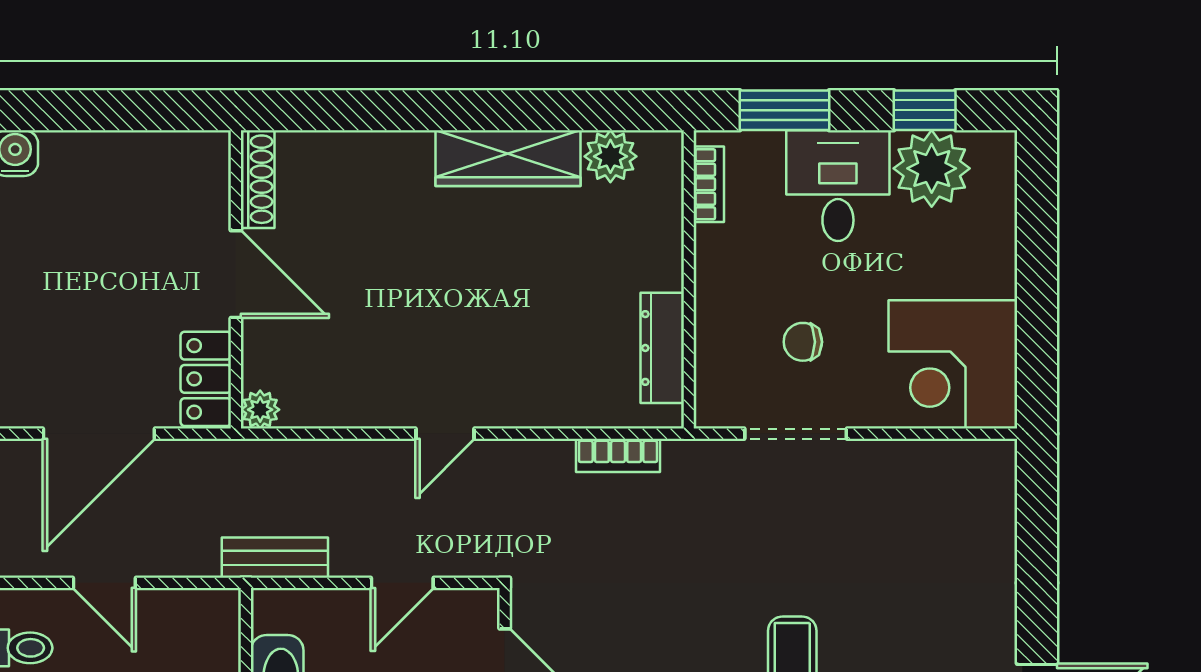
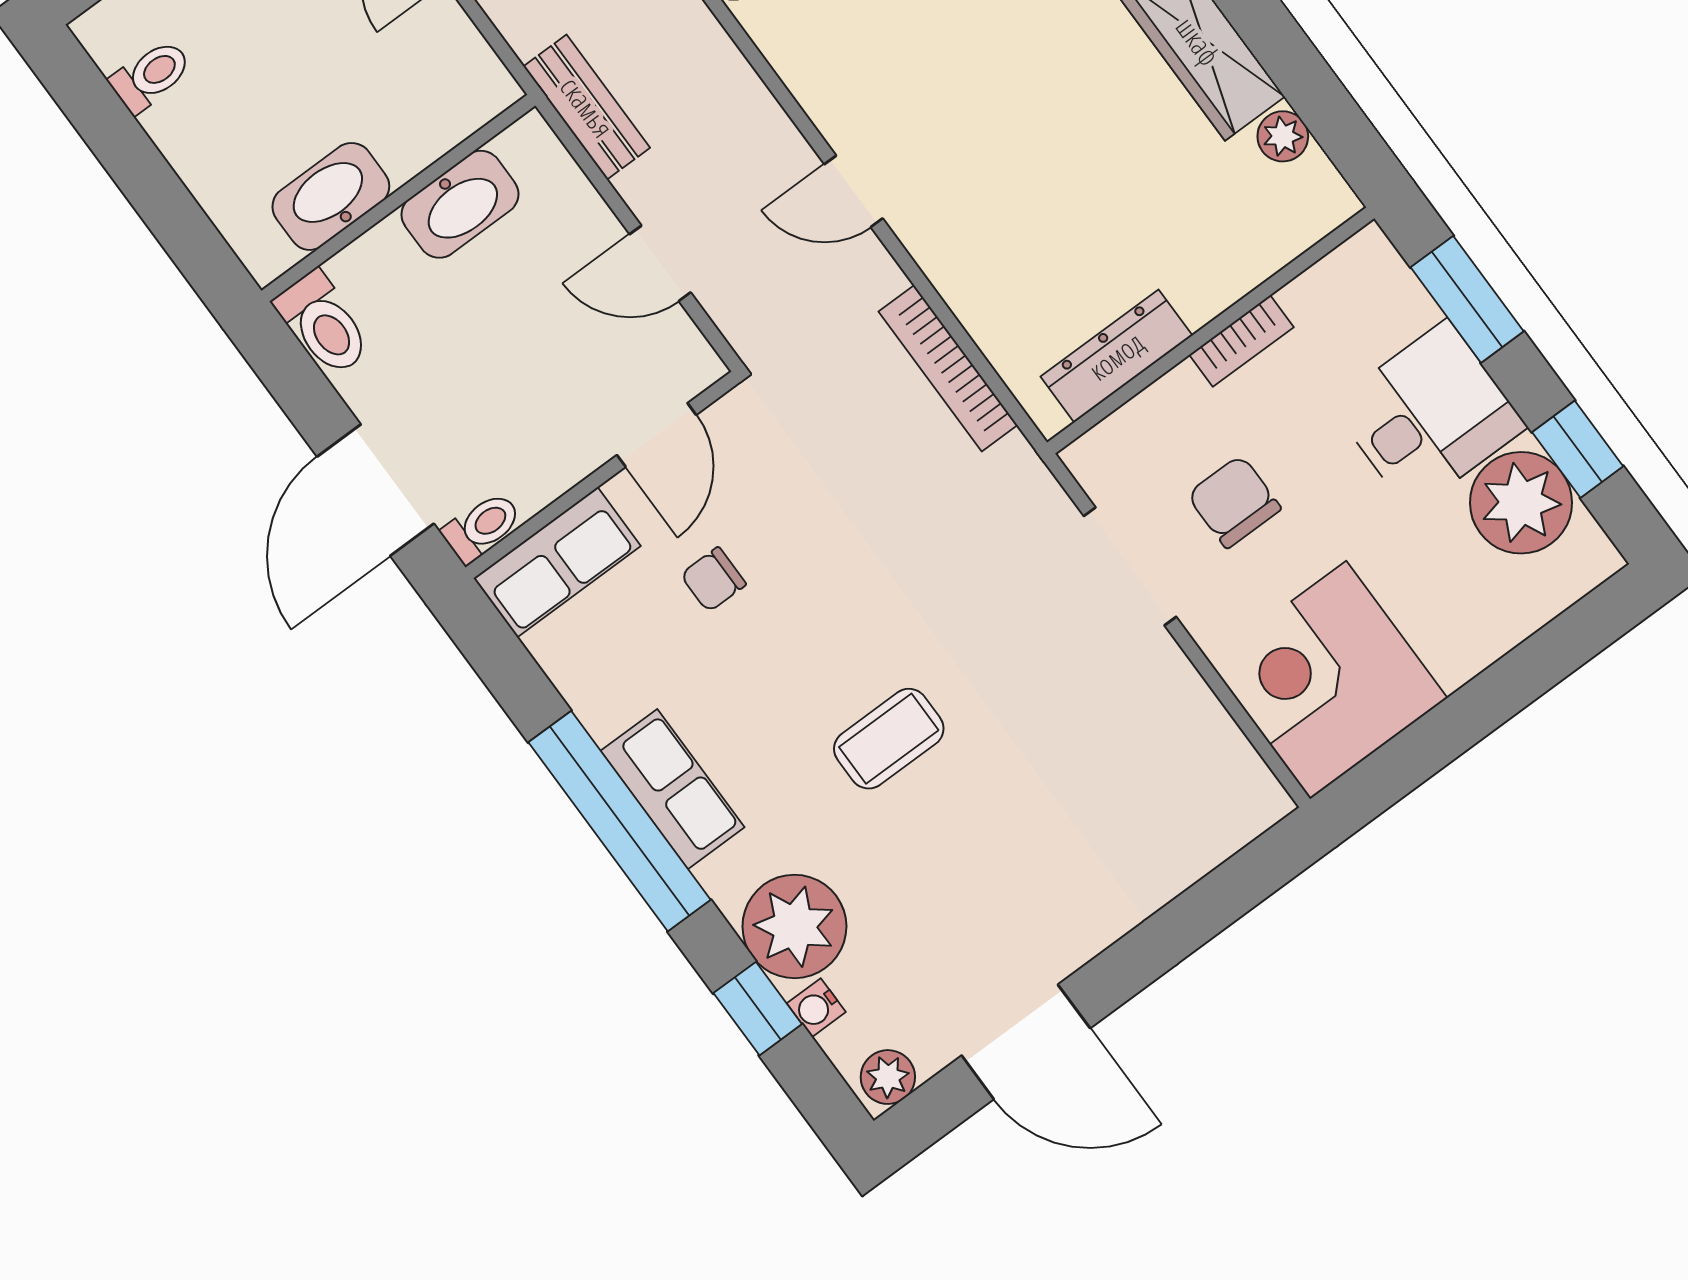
plant: (610, 156) -> (1283, 136), width x0.73, depth x0.73
bookcase: (709, 184) -> (1241, 341), moved
chair: (803, 342) -> (1234, 502), width x1.37, depth x1.37
bookcase: (618, 455) -> (948, 368), width x1.56

